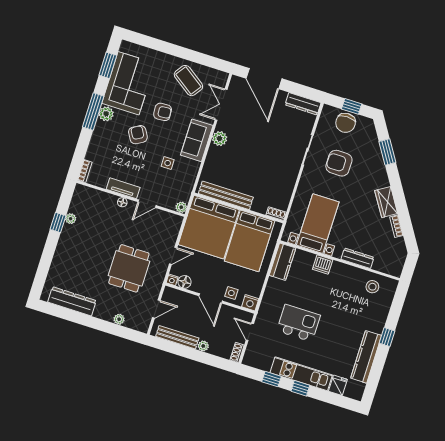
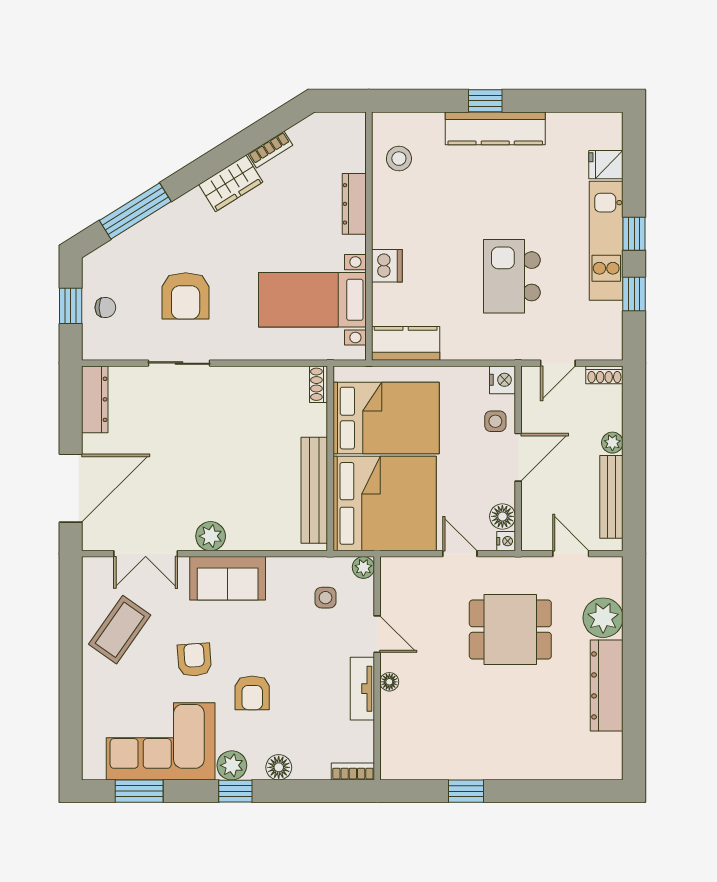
window: (93, 112) -> (235, 791), width x0.46
chair: (346, 123) -> (105, 308), width x0.54, depth x0.54
armchair: (138, 135) -> (252, 693), turned -60
floor lamp: (98, 136) -> (279, 767), added
window: (387, 152) -> (135, 211), width x1.44
side table: (168, 163) -> (326, 598), moved
plant: (71, 219) -> (451, 770), removed
dresser: (72, 301) -> (607, 685), moved
plant: (119, 319) -> (603, 618), width x1.87, depth x1.87
kitchen counter: (366, 357) -> (495, 128), moved

